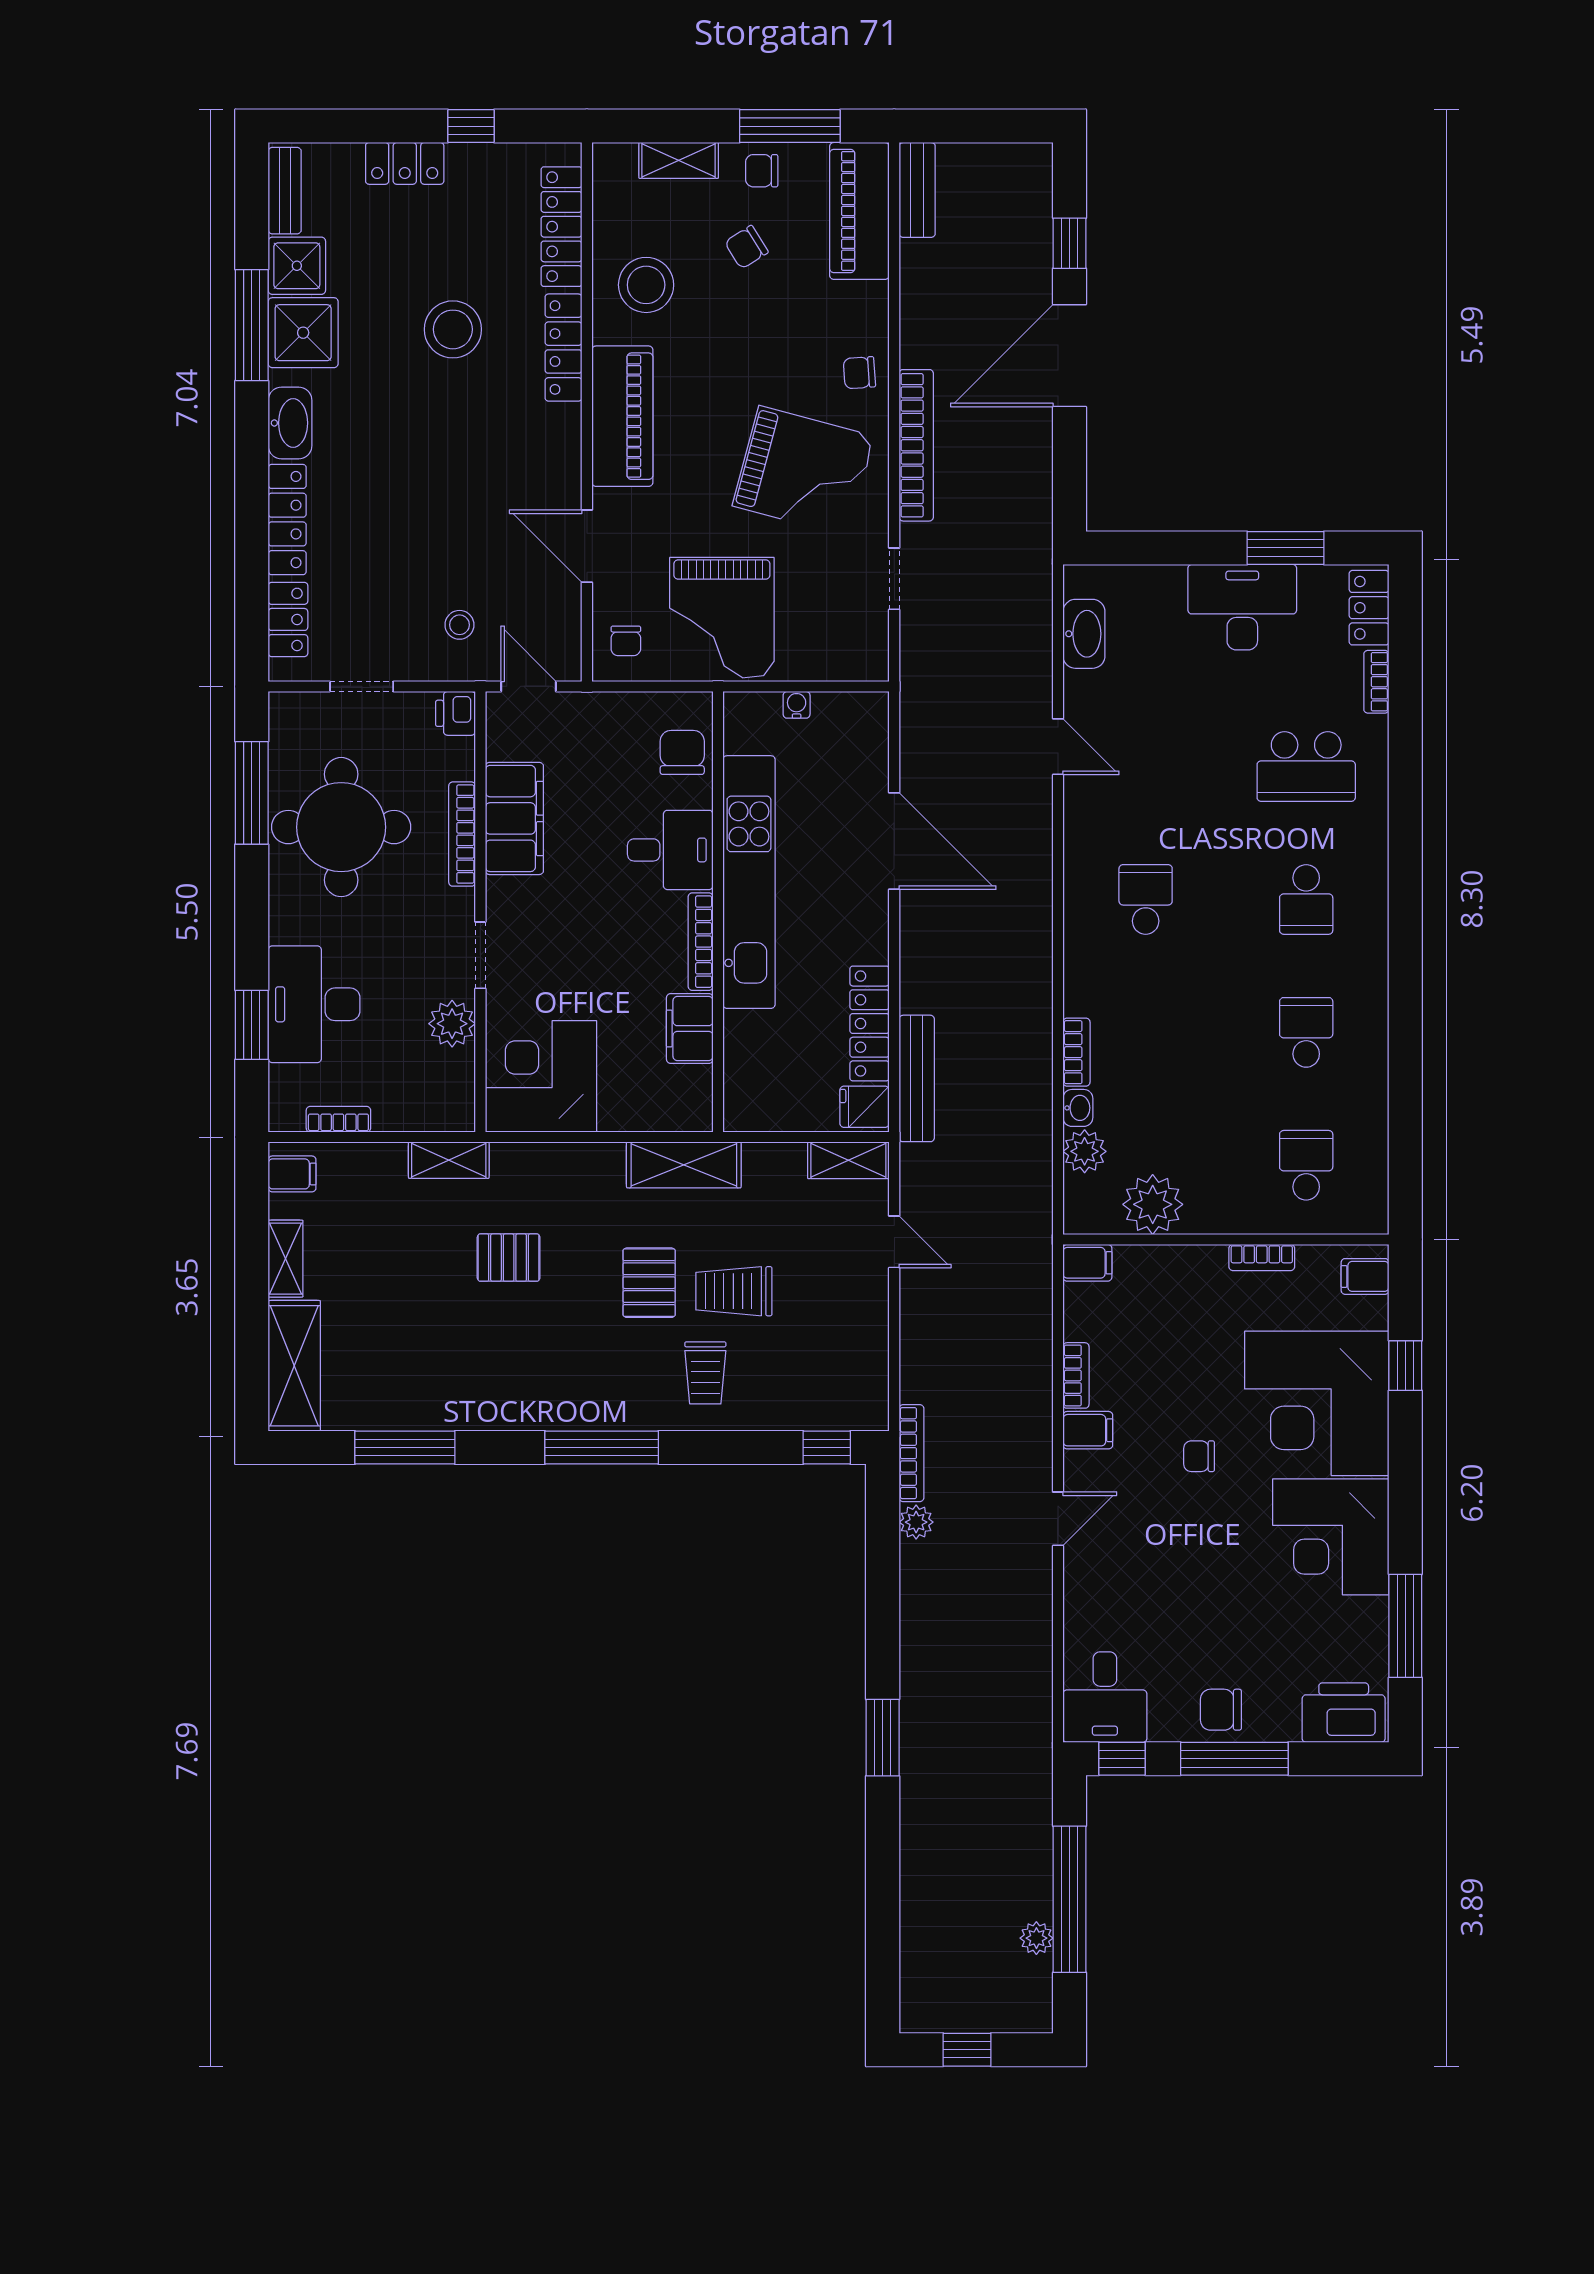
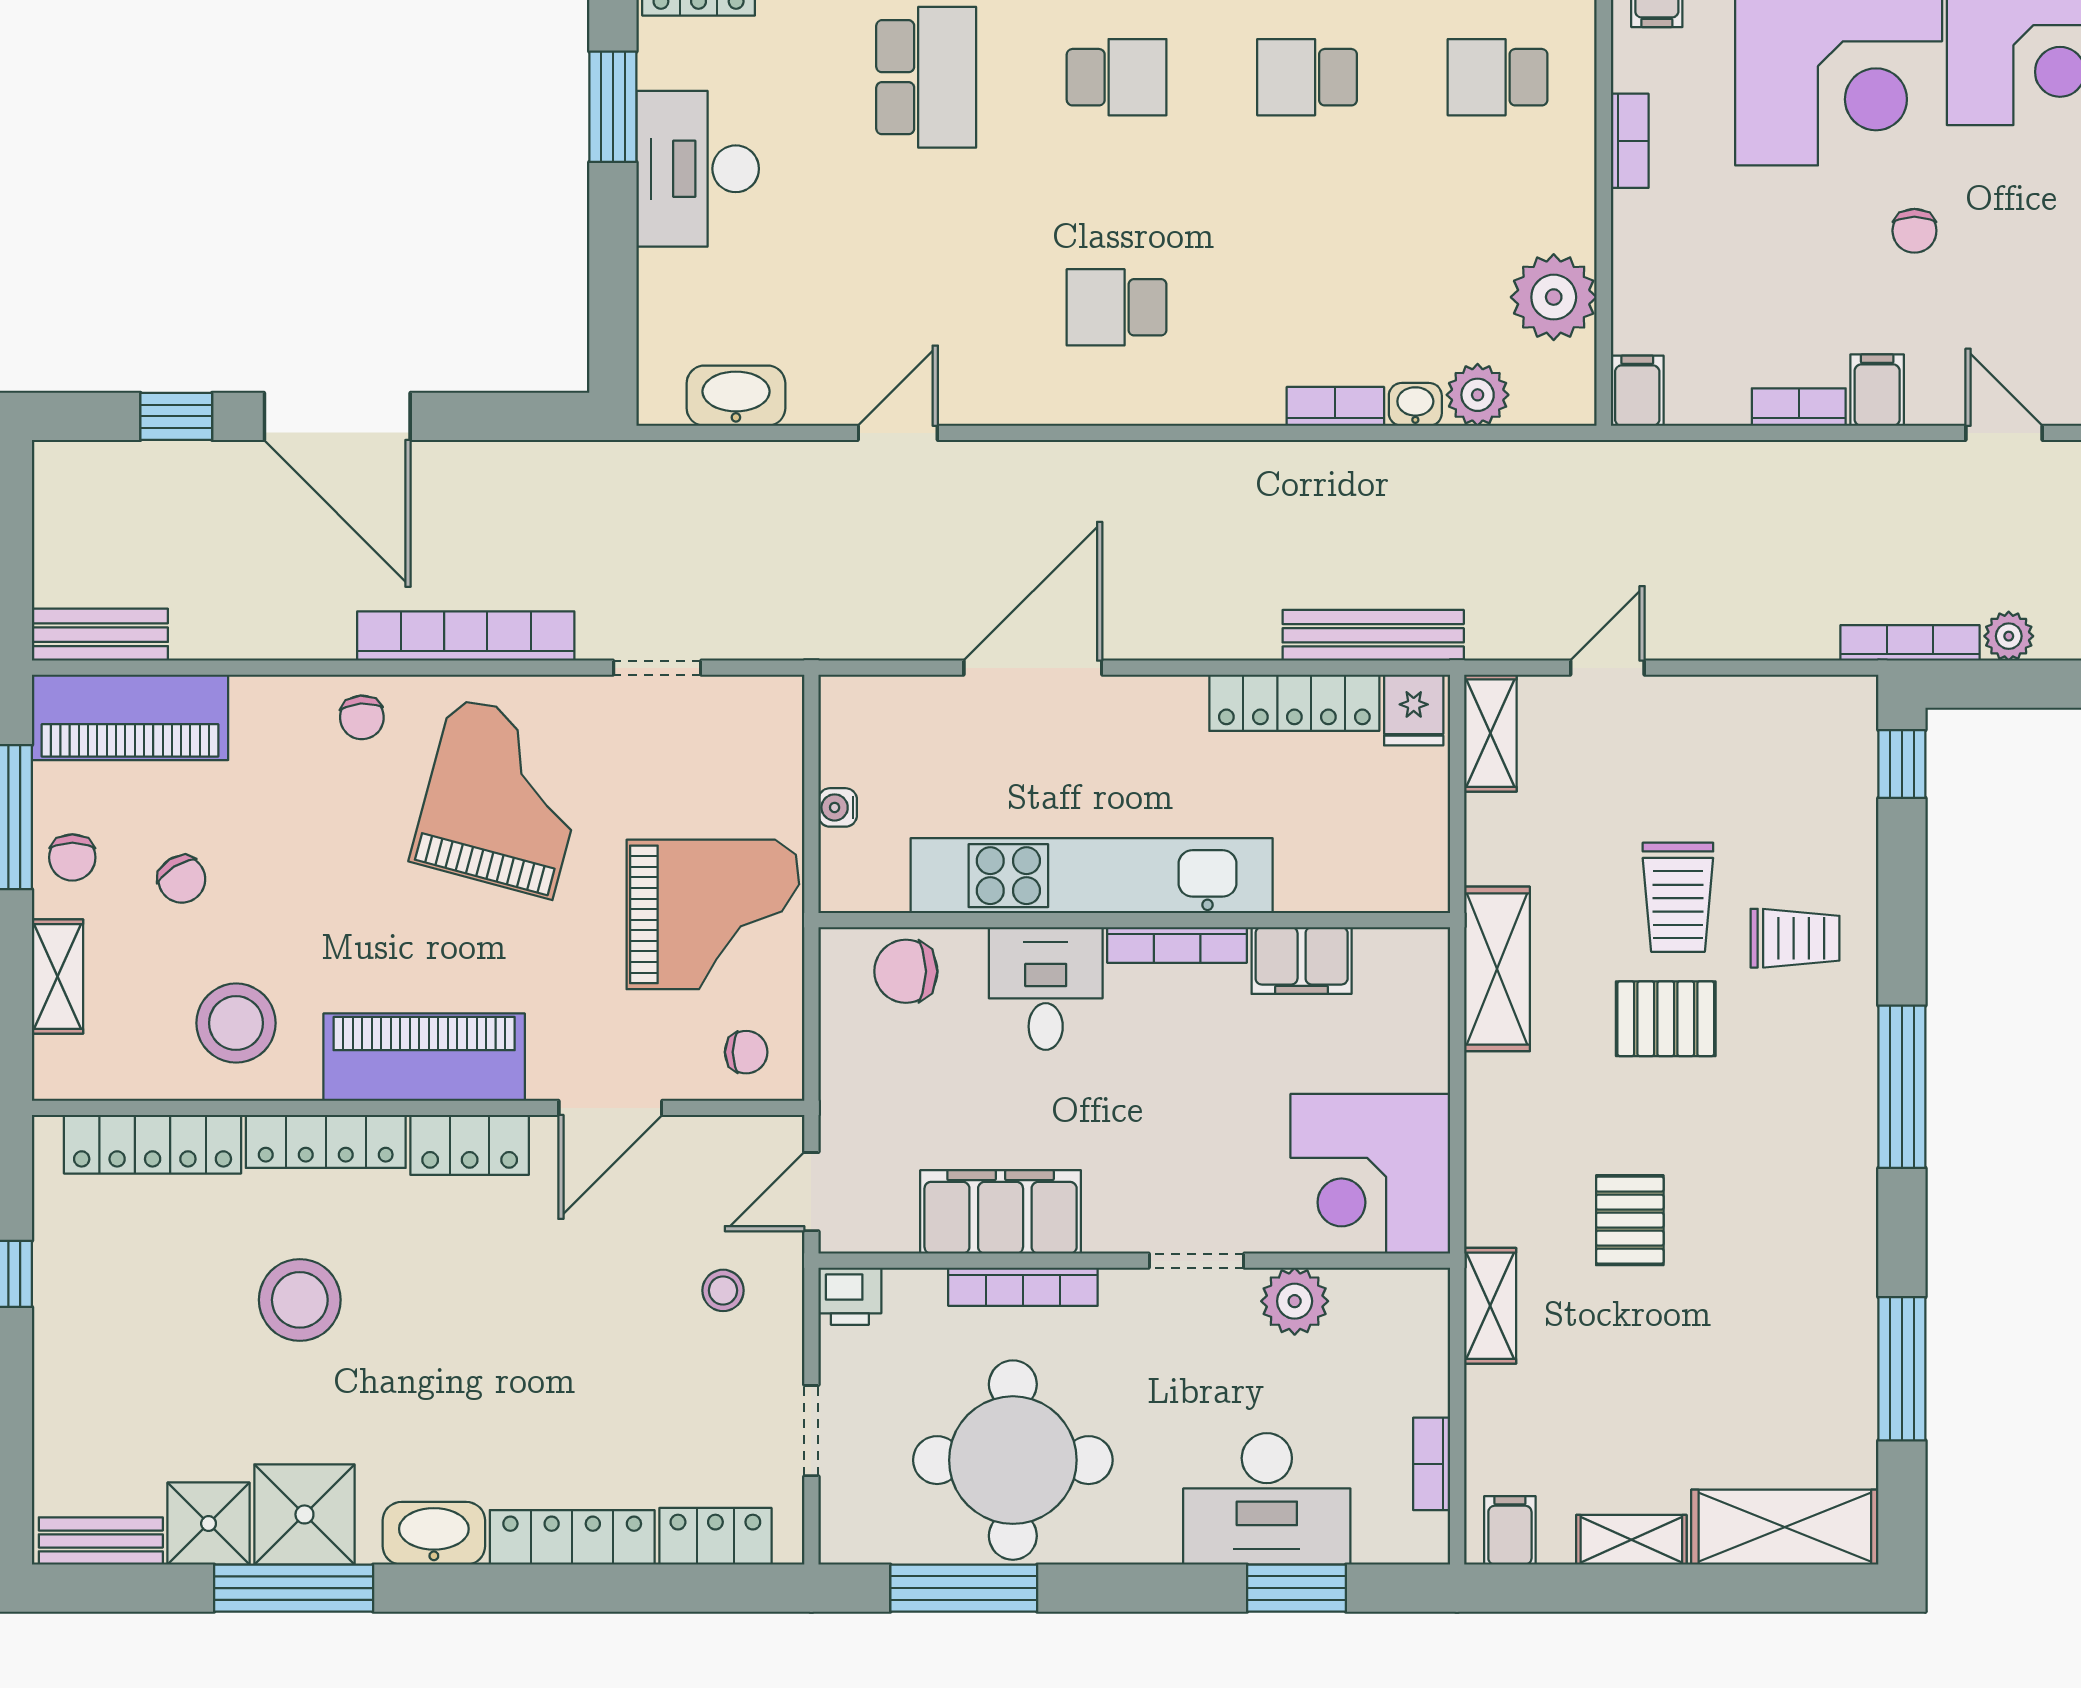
locker: (405, 163) -> (470, 1145), moved, turned 90

